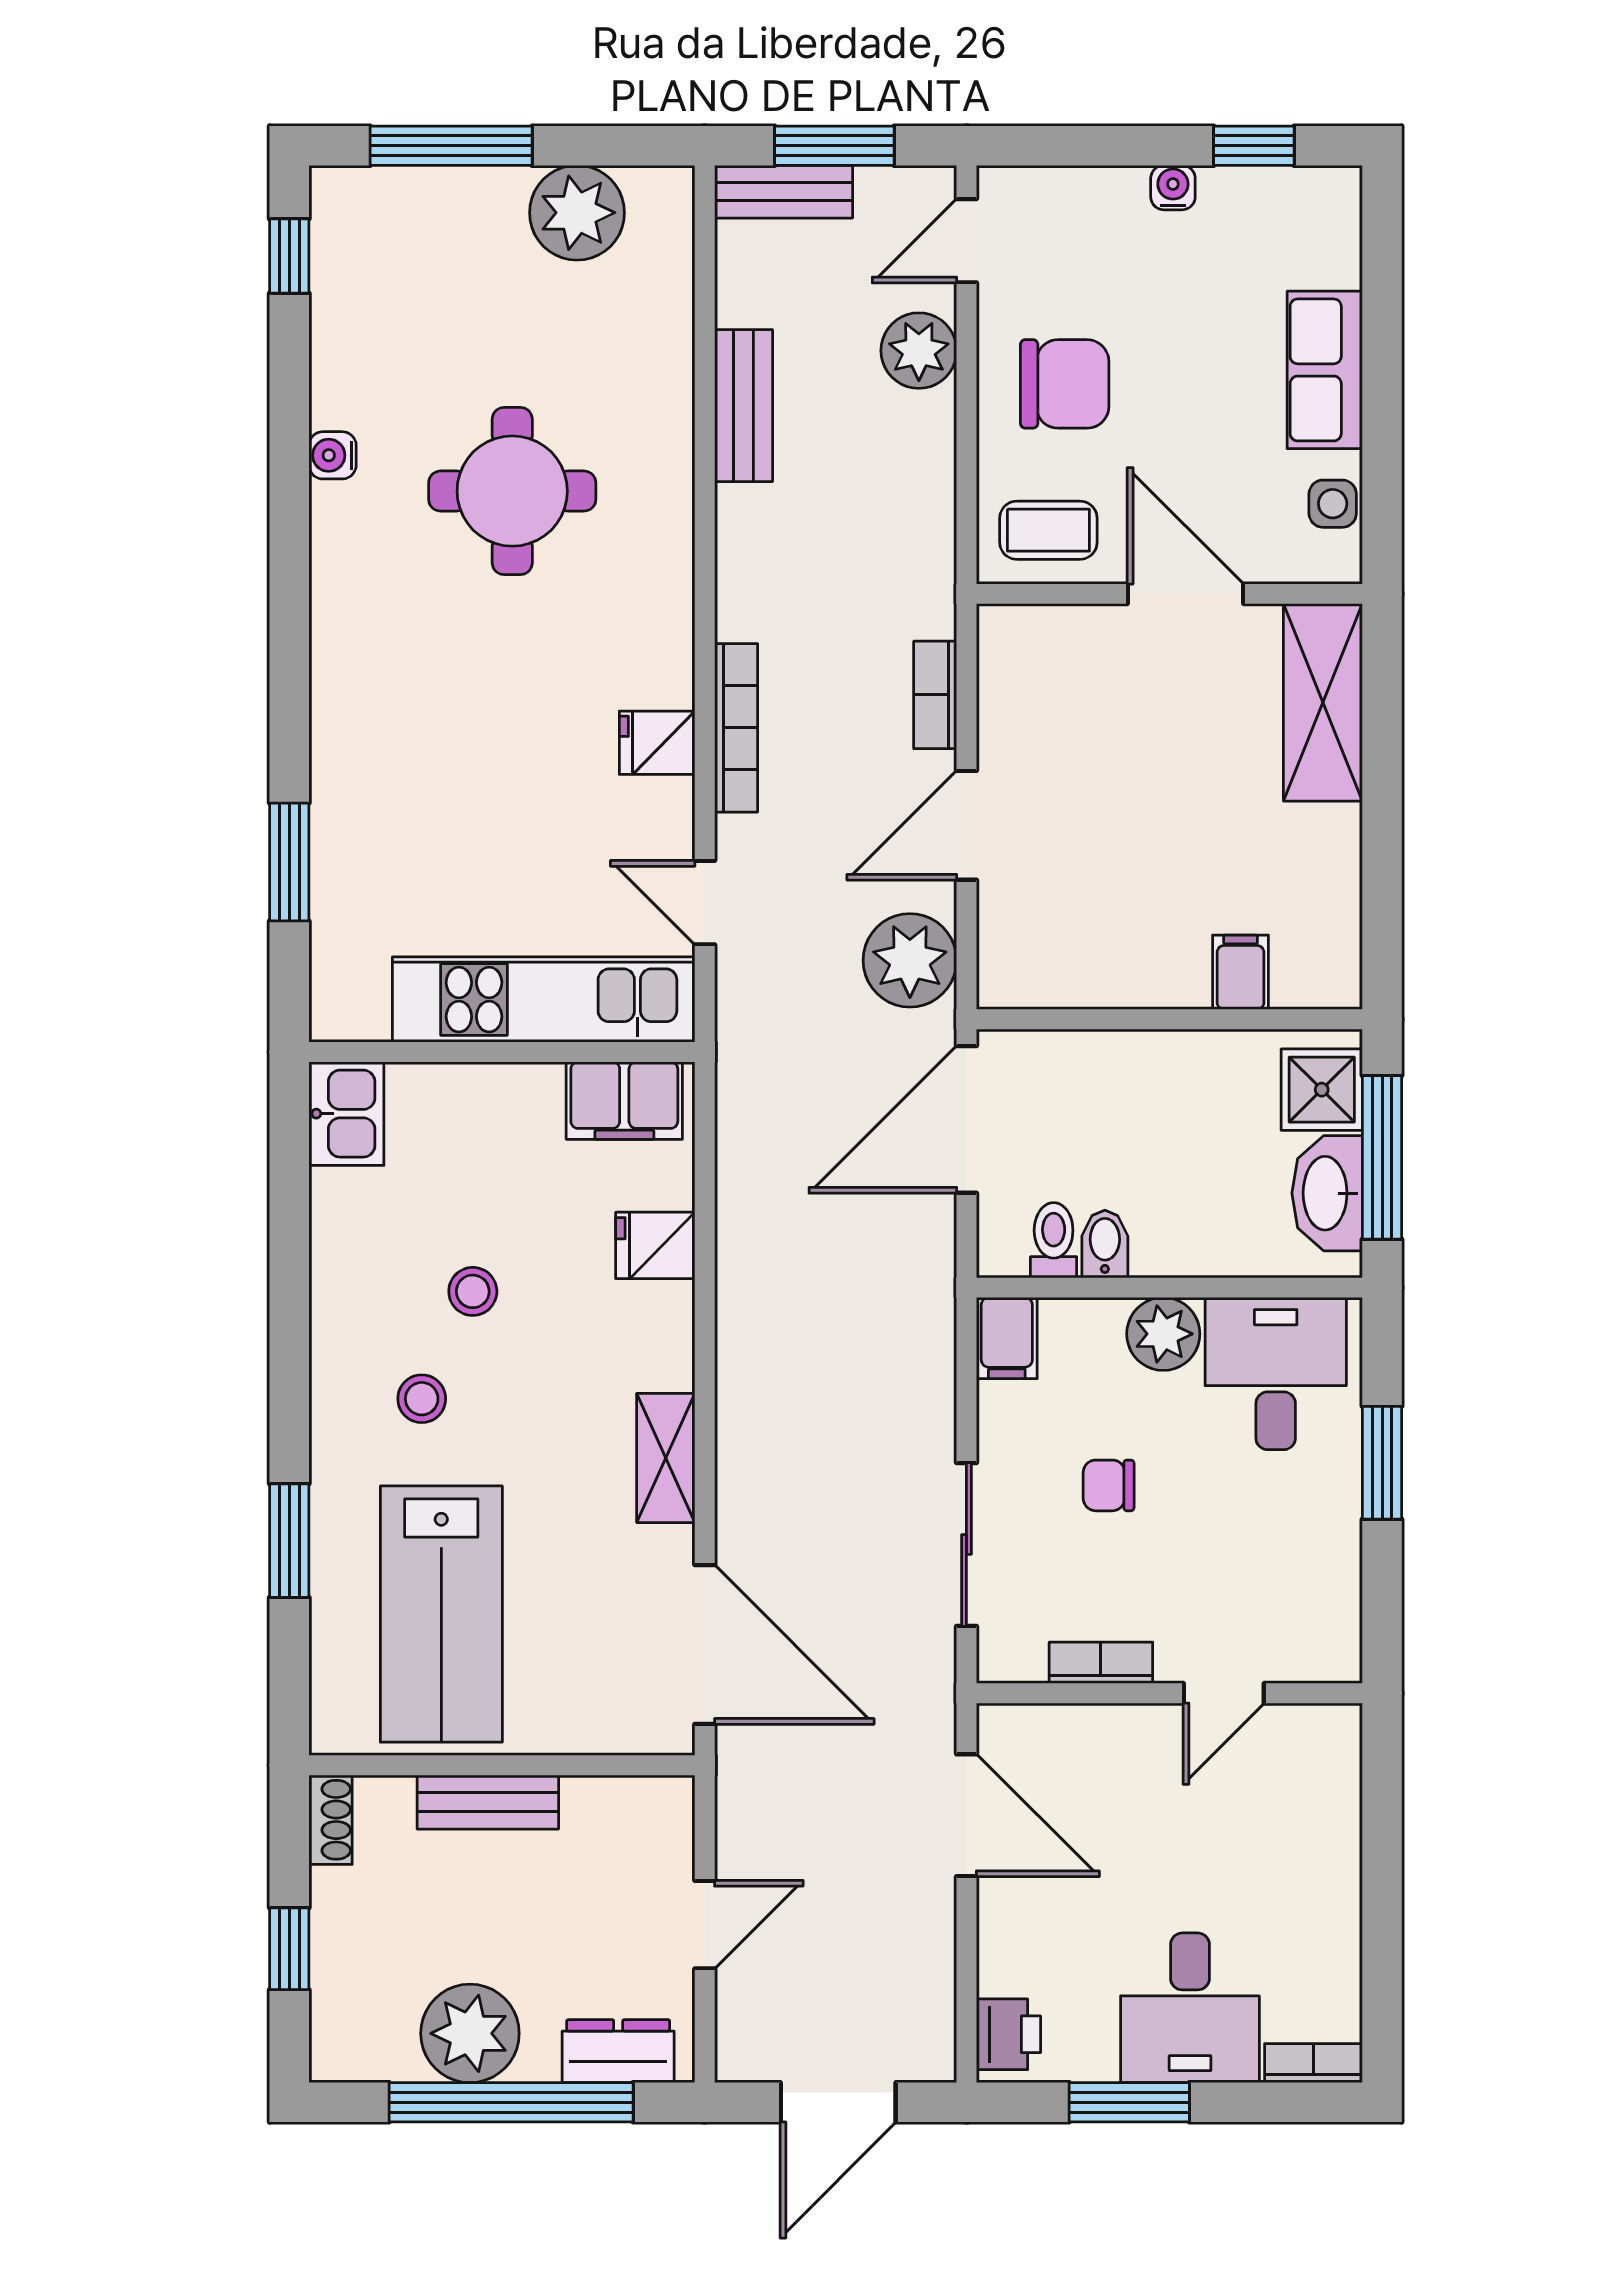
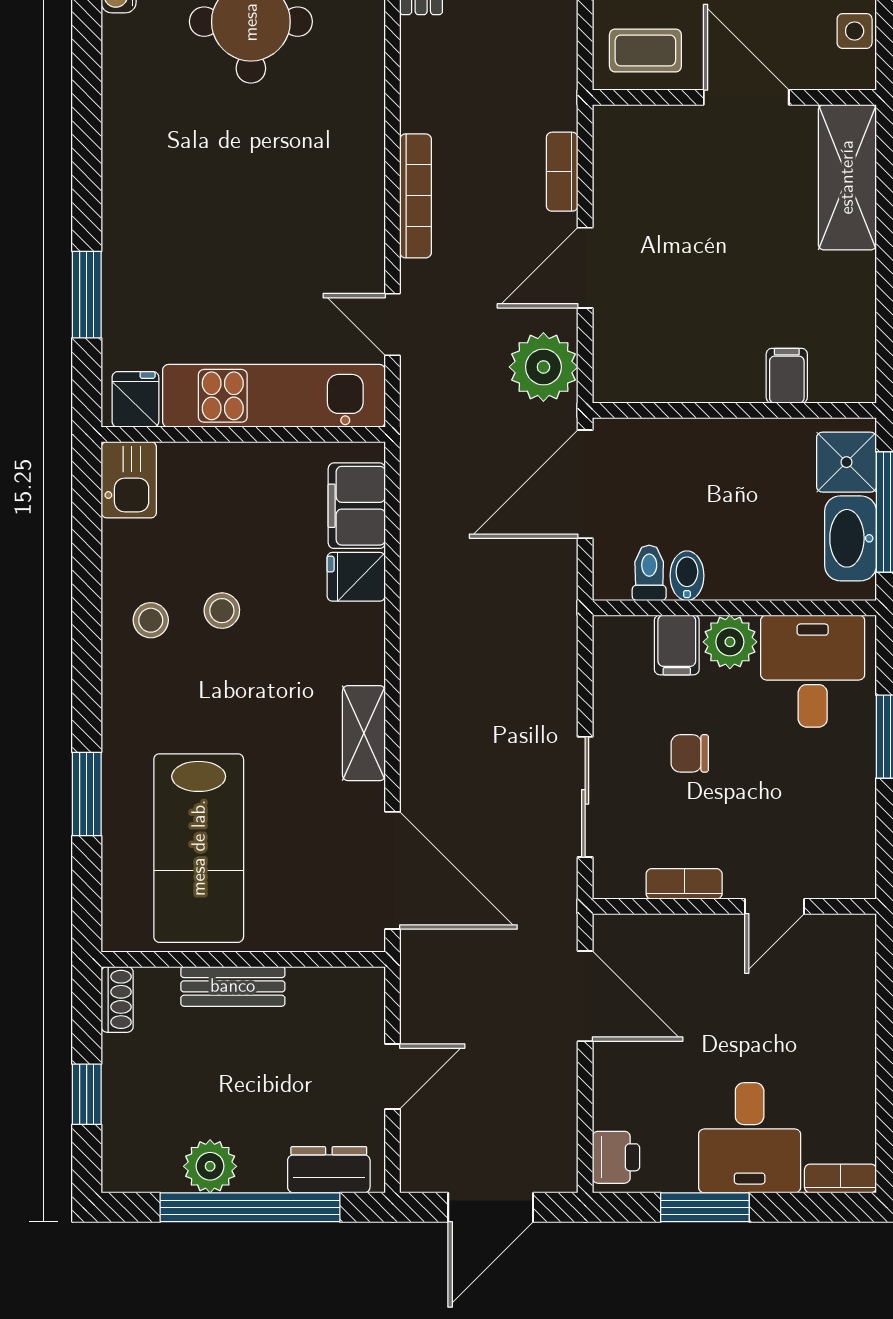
fridge: (657, 743) -> (135, 399), moved, turned 90
filing cabinet: (624, 1101) -> (357, 506), moved, turned 90
filing cabinet: (1007, 1338) -> (677, 645), moved
stool: (422, 1399) -> (151, 620), moved
plant: (470, 2033) -> (210, 1166), width x0.73, depth x0.73

